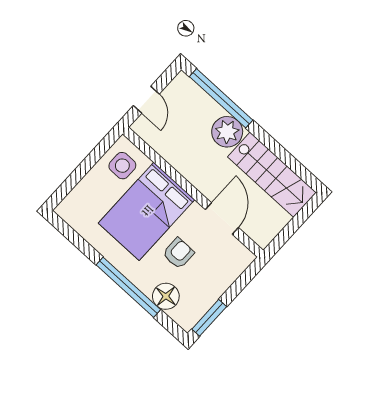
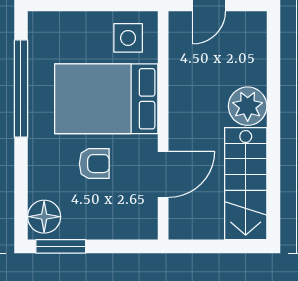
window: (221, 98) -> (273, 72), removed
window: (128, 287) -> (21, 89), moved
floor lamp: (166, 296) -> (44, 217), moved

